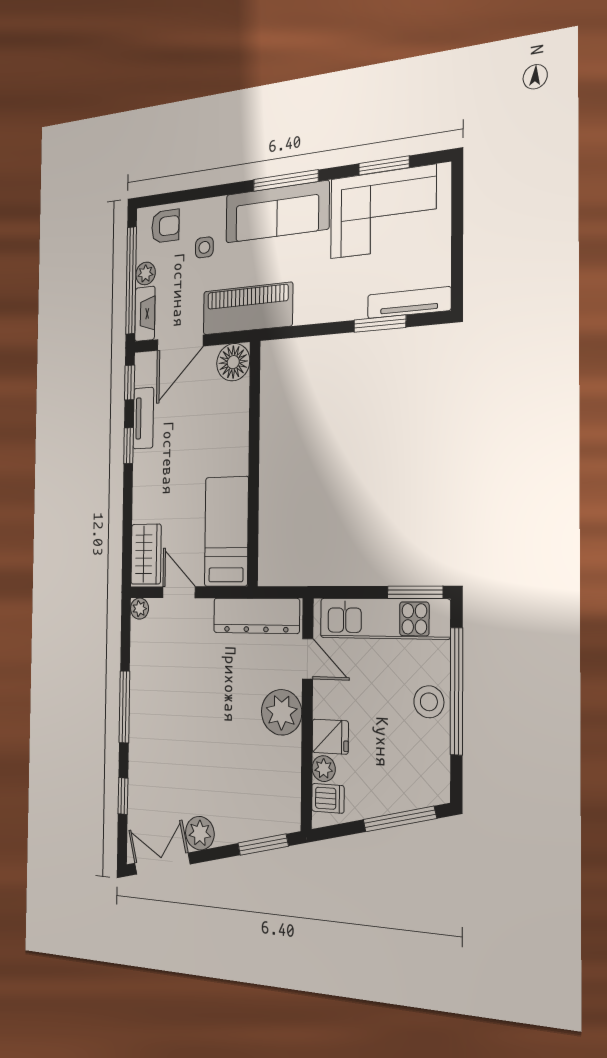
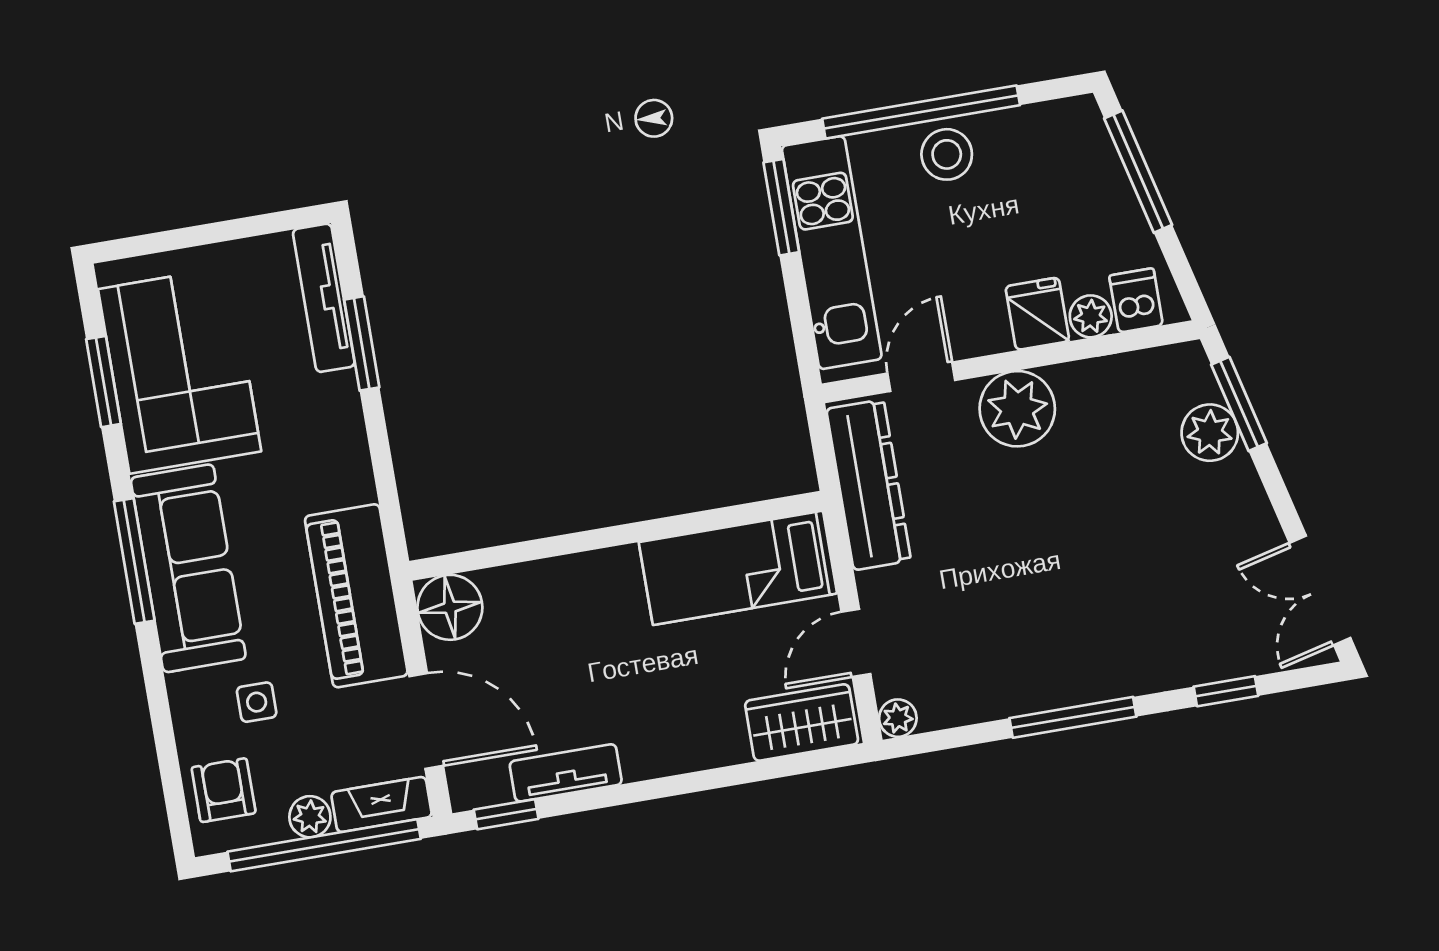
window: (129, 446) -> (618, 795), removed
plant: (200, 833) -> (1210, 433), moved

